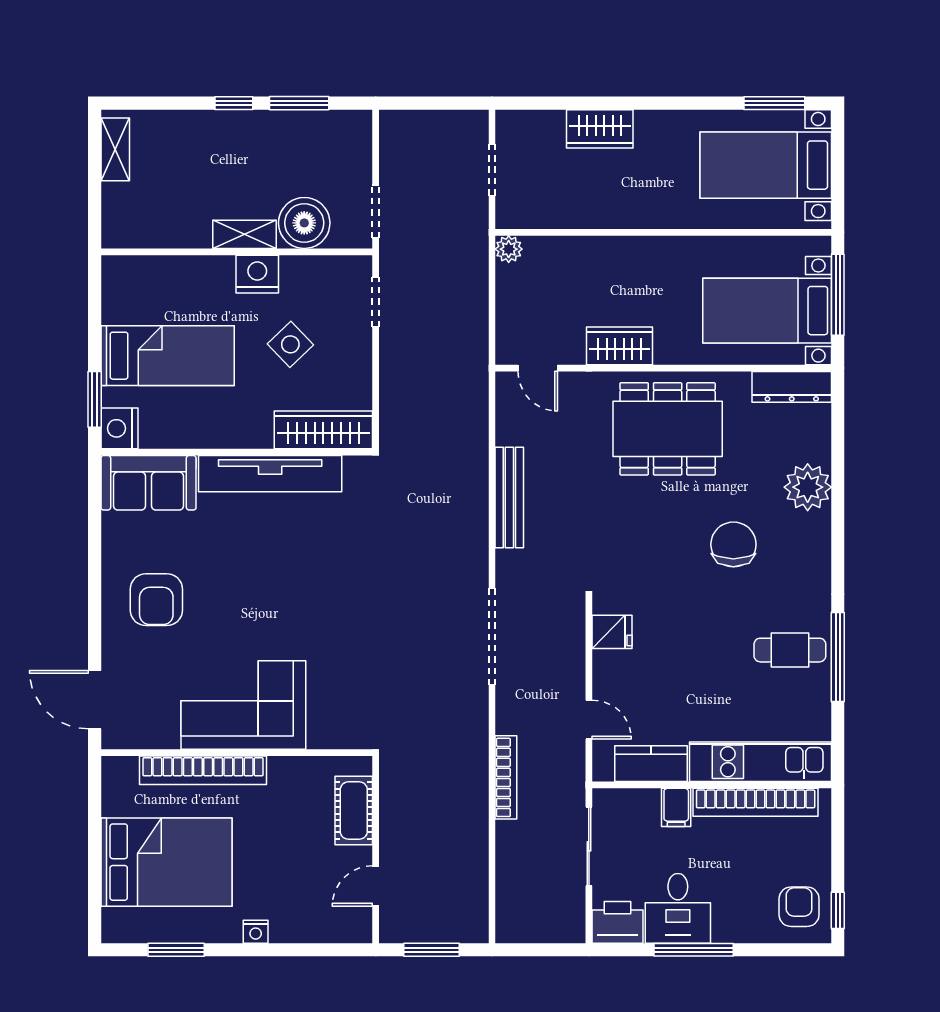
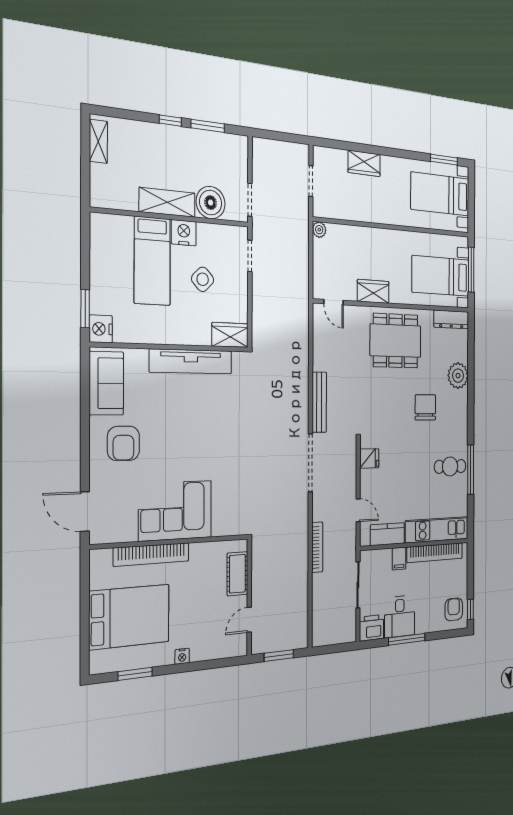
shelving: (245, 234) -> (167, 202), width x1.50, depth x1.33
bed: (168, 356) -> (152, 261), moved, turned 90
wardrobe: (323, 430) -> (230, 335), width x0.67
sofa: (149, 483) -> (106, 383), moved, turned -90
bench: (509, 498) -> (319, 402), moved

